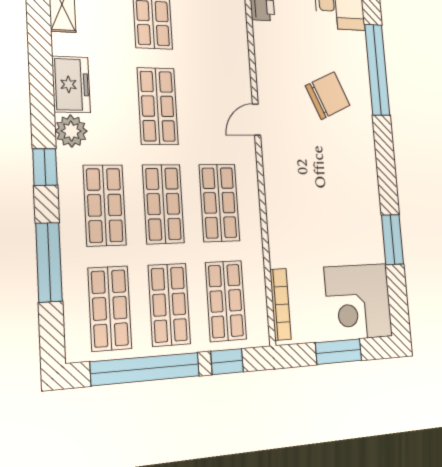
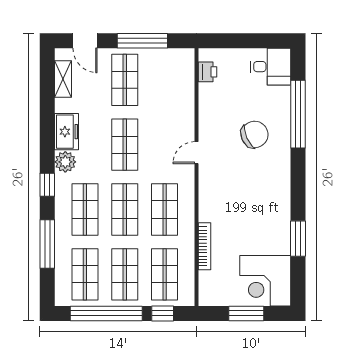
bookcase: (280, 304) -> (204, 246), moved

